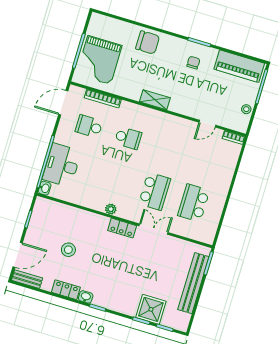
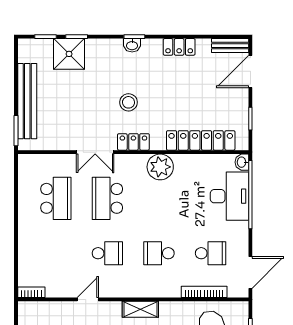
door: (207, 124) -> (88, 299), moved
school desk: (167, 150) -> (107, 253), added
plant: (111, 209) -> (160, 167), width x1.88, depth x1.88
locker: (71, 214) -> (201, 140), added
stool: (68, 250) -> (129, 102), moved
washbasin: (86, 297) -> (132, 45), moved

